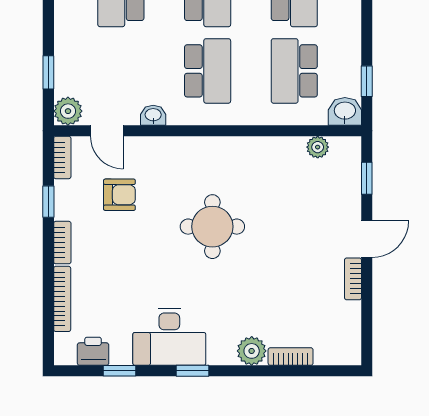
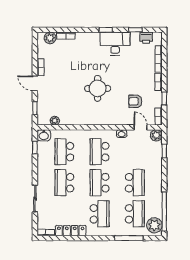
school desk: (294, 71) -> (64, 152), turned 180
door: (367, 239) -> (35, 83), hinge flipped
plant: (252, 351) -> (50, 38), moved

